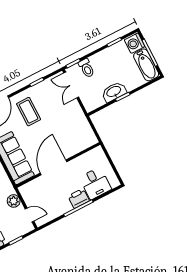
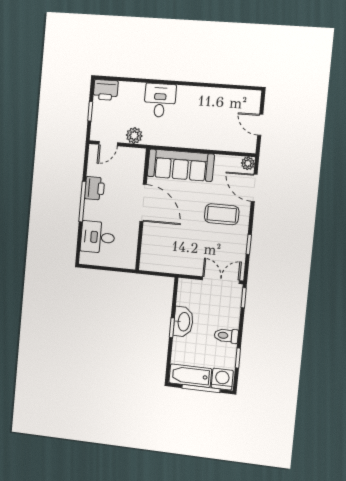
toilet: (86, 68) -> (226, 336), moved
printer: (79, 198) -> (95, 188), moved

